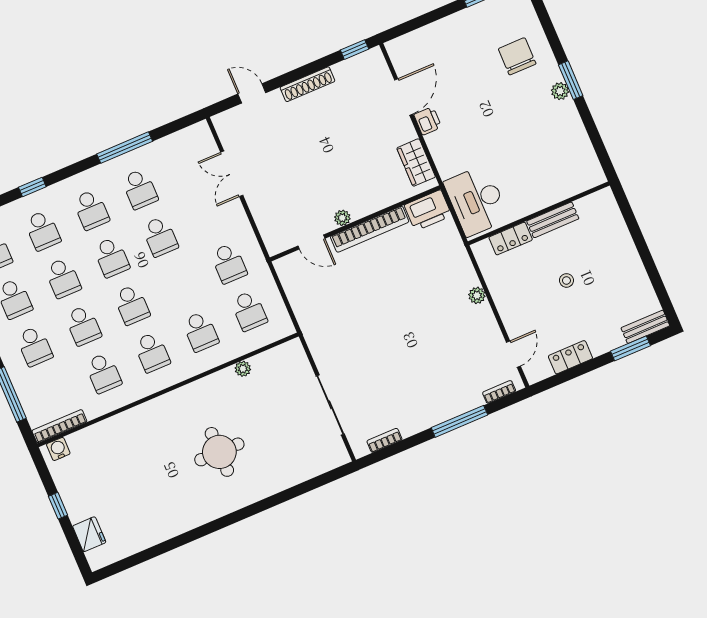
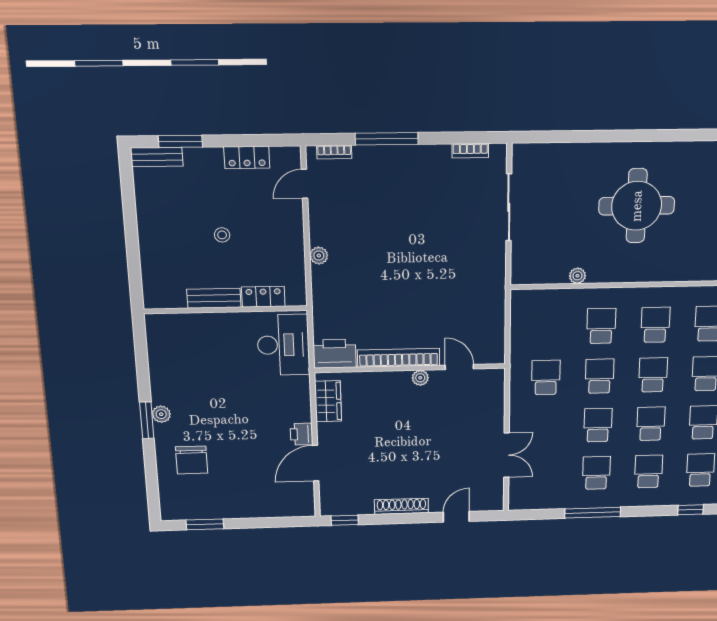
door: (252, 93) -> (456, 517), swing flipped
school desk: (249, 311) -> (600, 376), moved
round table: (219, 452) -> (637, 206), width x1.36, depth x1.36

